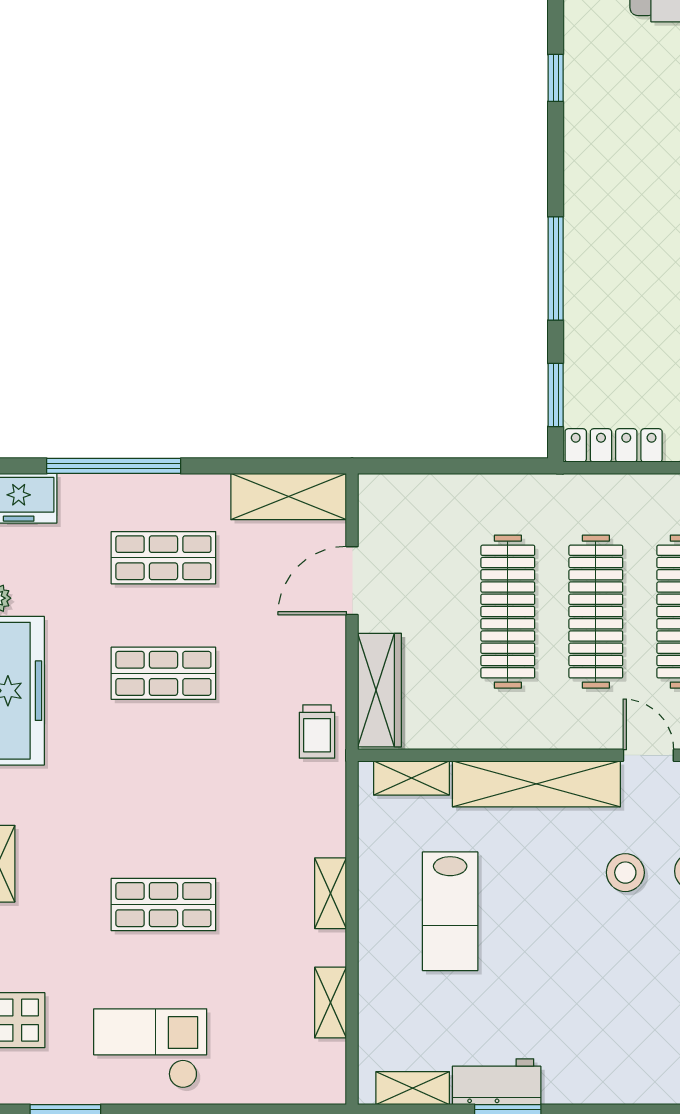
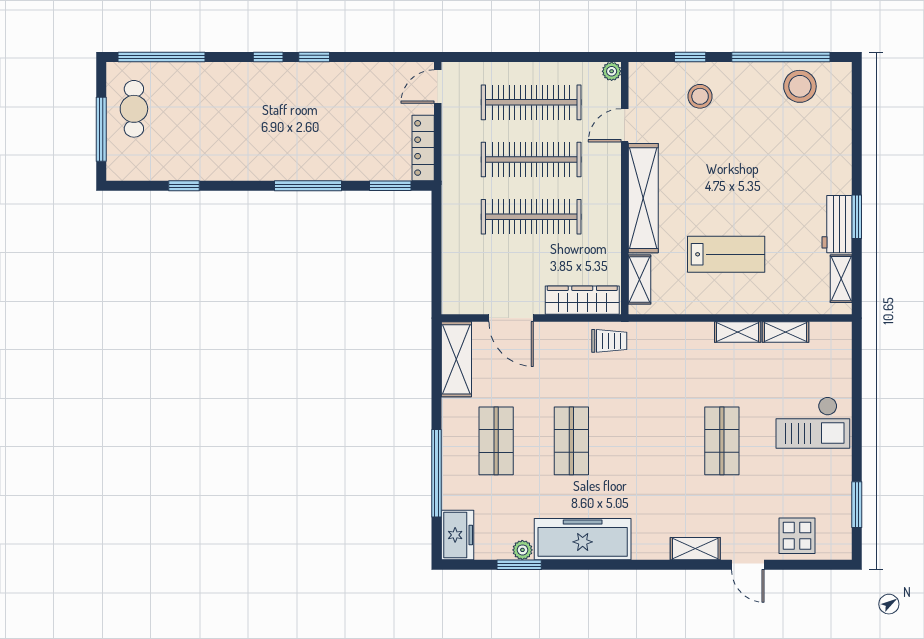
stool: (625, 873) -> (701, 140), removed
shelving: (331, 893) -> (738, 332), moved
checkout: (150, 1048) -> (813, 423), moved, turned -90

